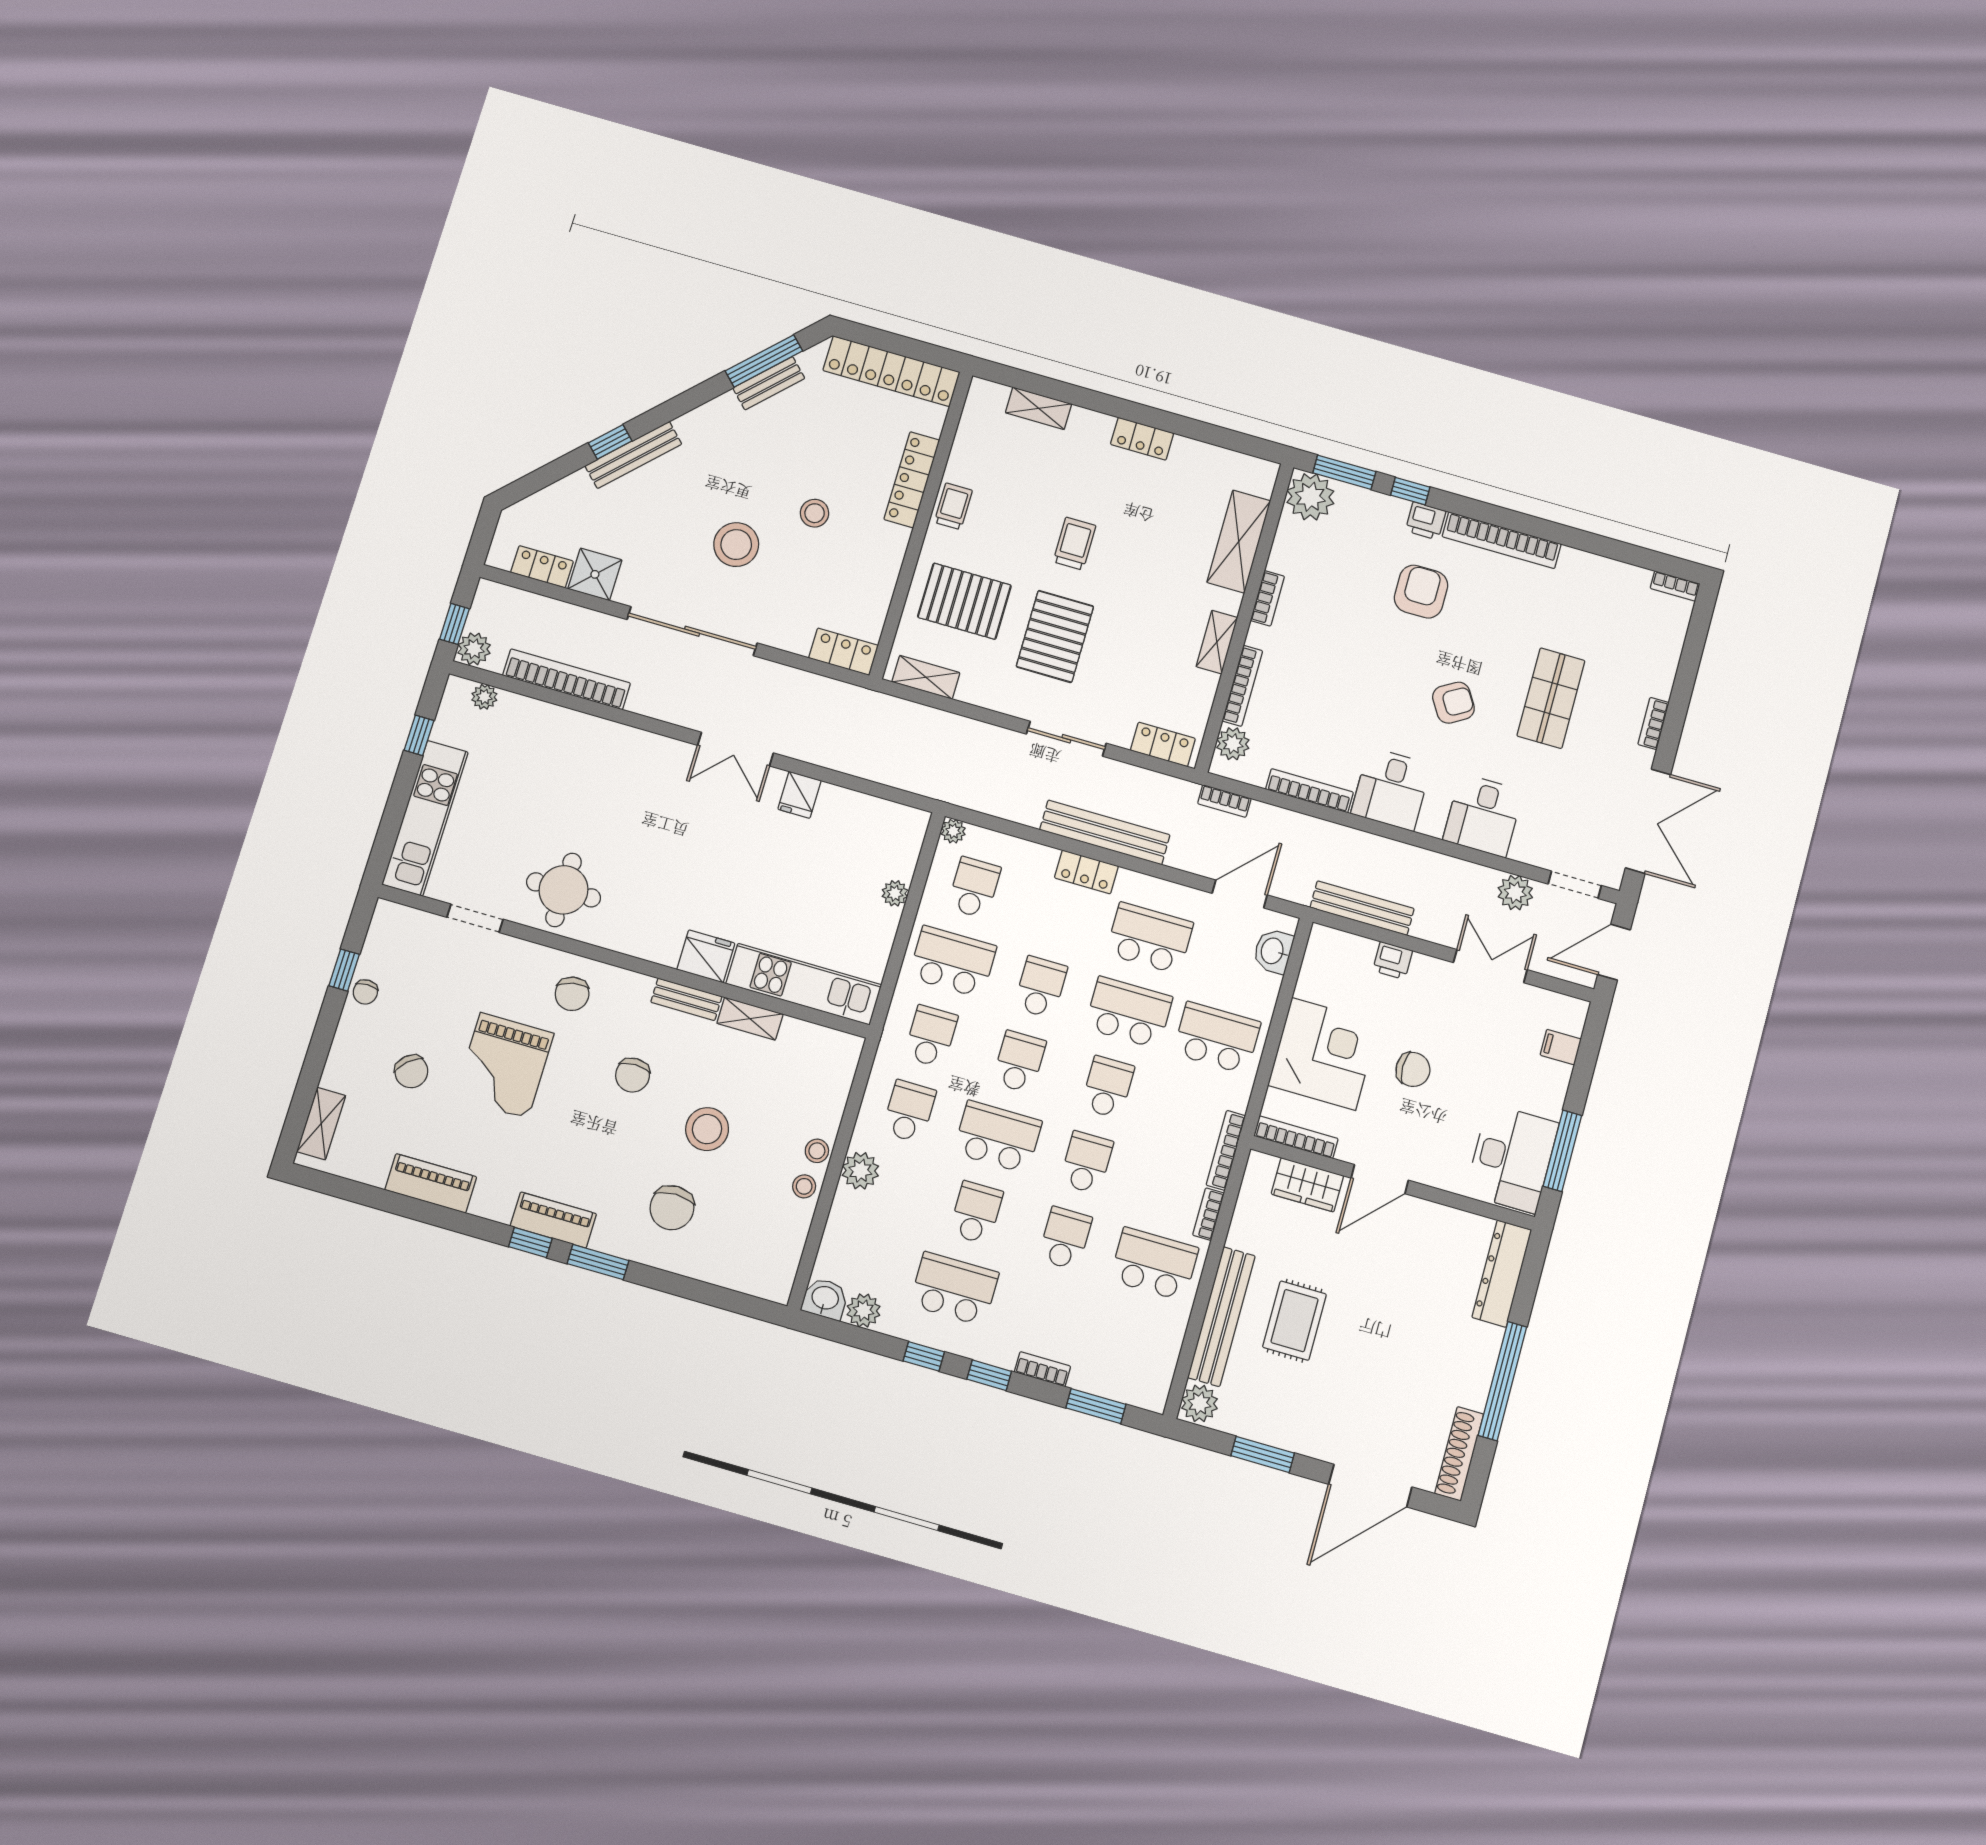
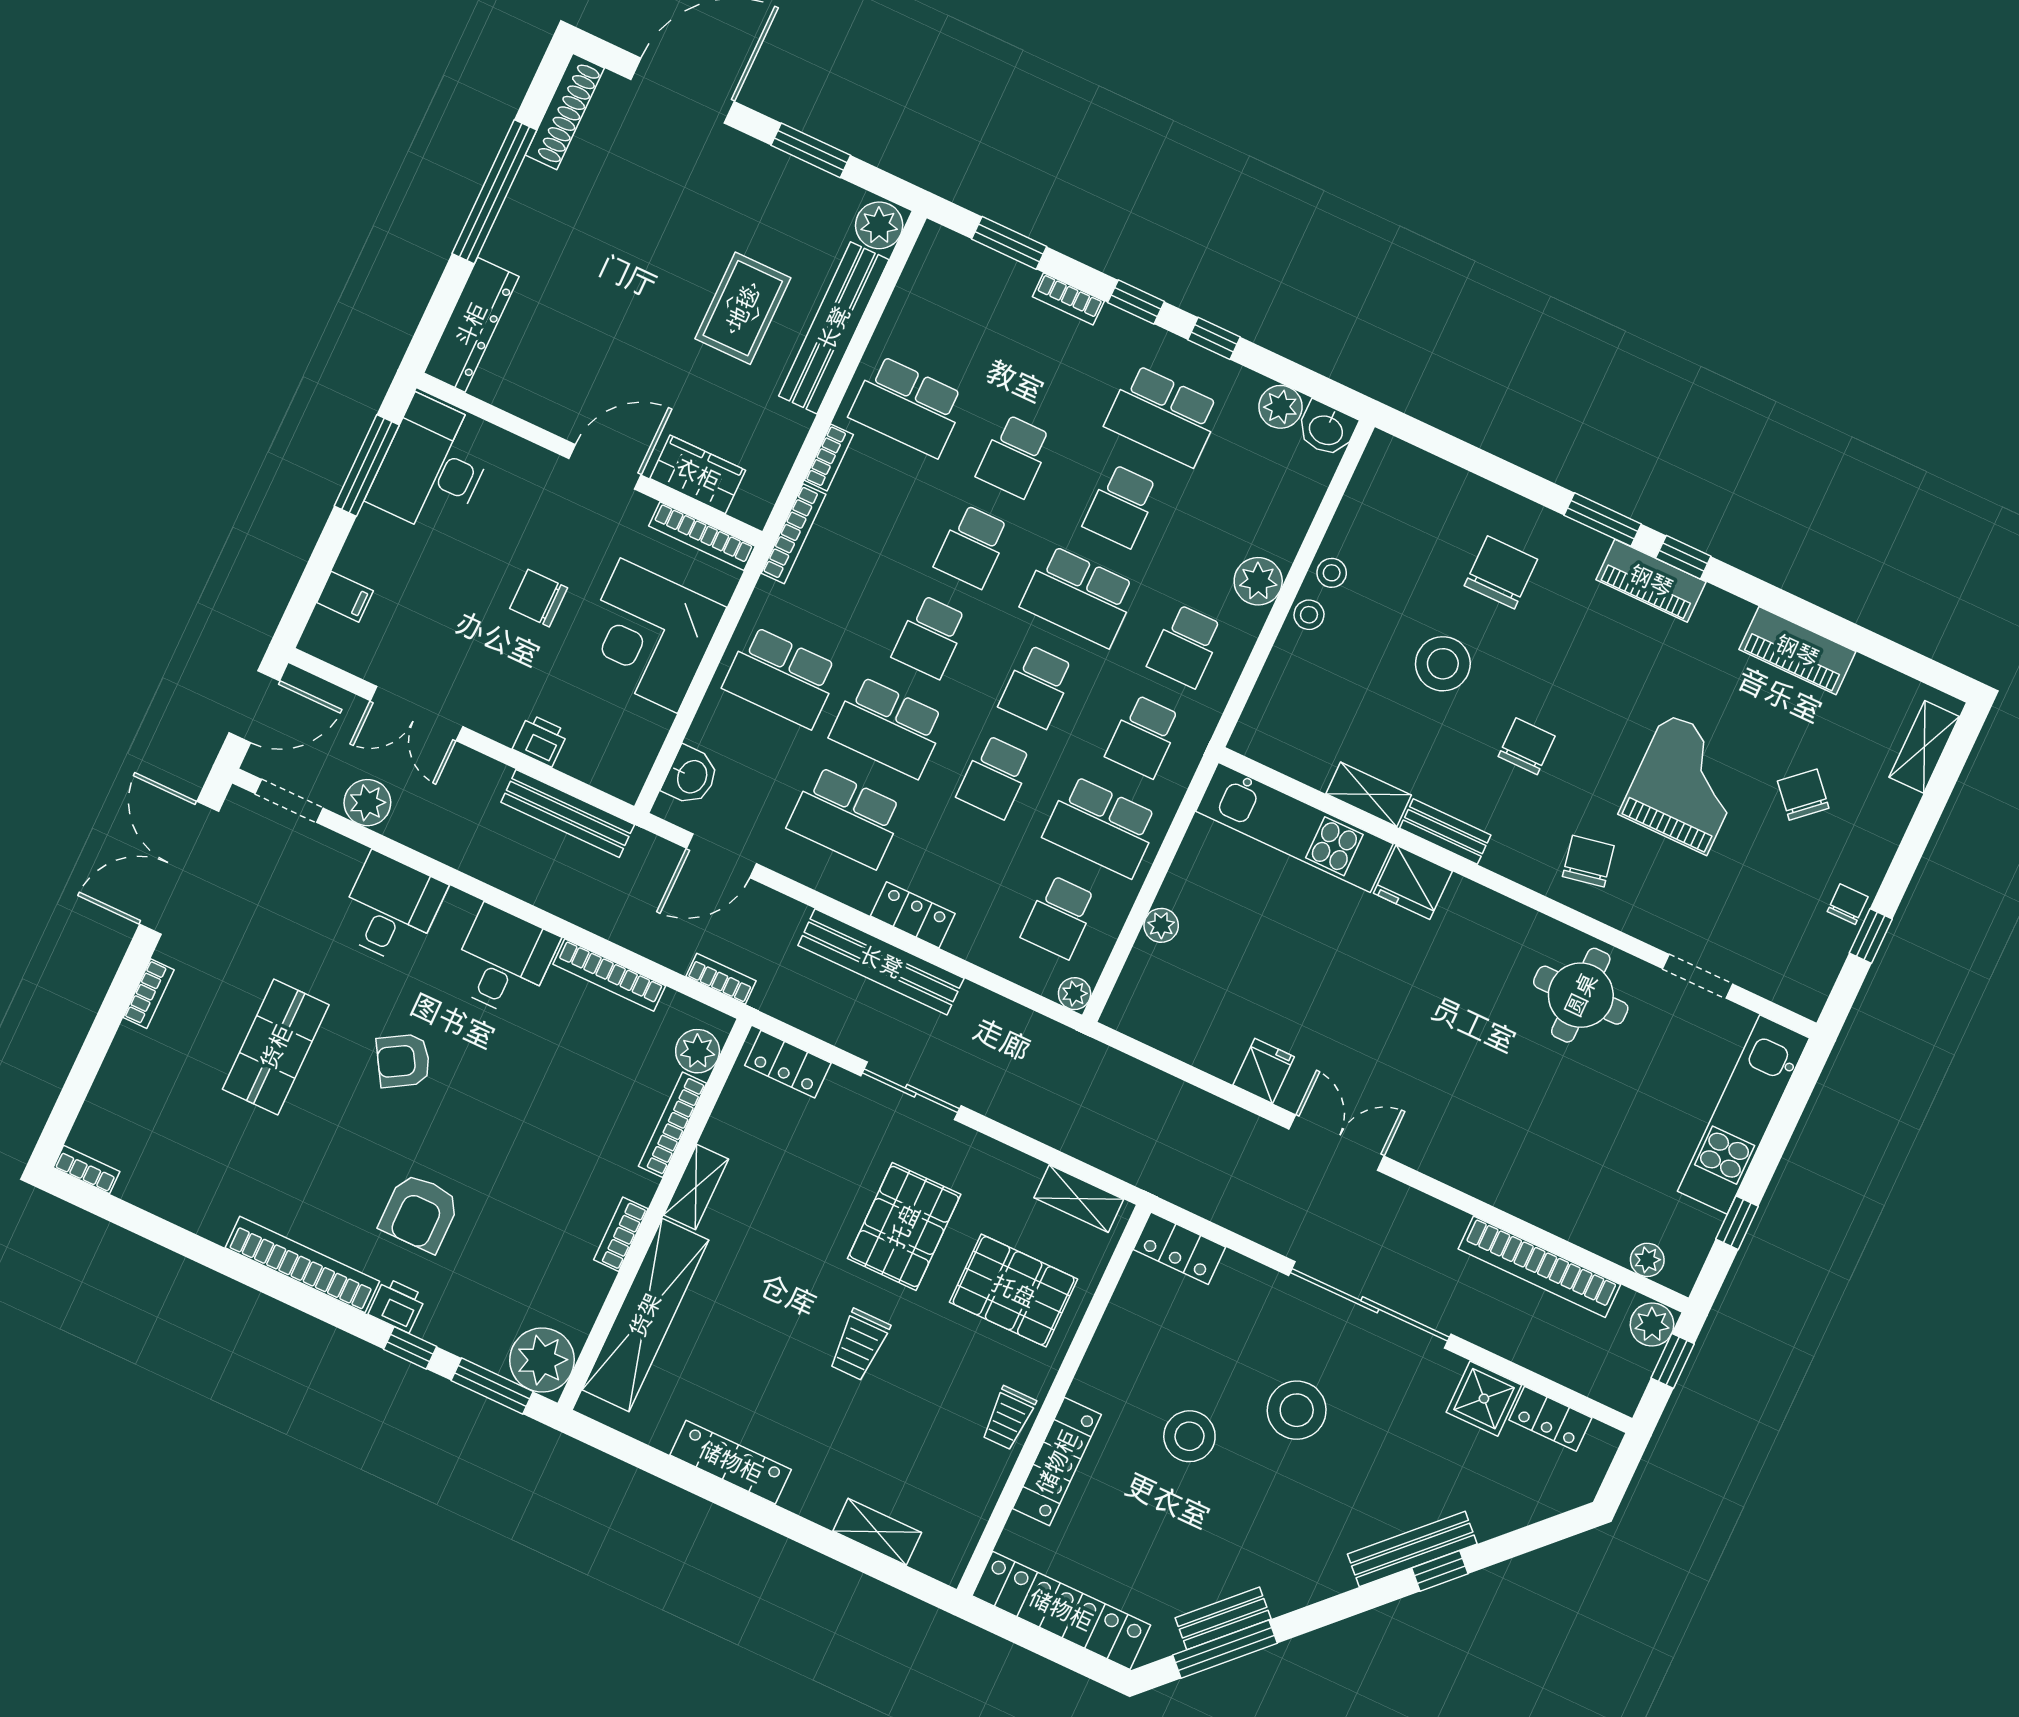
locker: (1142, 439) -> (731, 1462), width x1.53
stool: (815, 513) -> (1189, 1436), width x1.38, depth x1.38
shelving: (1239, 542) -> (645, 1315), width x1.47

